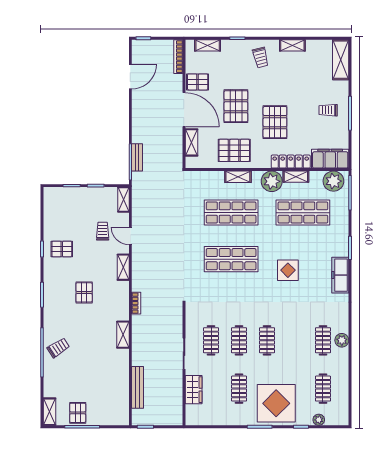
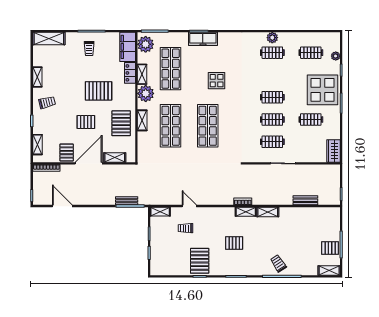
pallet: (236, 106) -> (86, 122), width x0.67, depth x0.71
locker: (291, 162) -> (130, 73), width x0.66
door: (130, 236) -> (189, 206), swing flipped
pallet: (62, 249) -> (200, 261), width x1.50, depth x1.42
shelving: (123, 267) -> (246, 212), moved
freezer: (340, 275) -> (203, 39), moved
bench: (138, 387) -> (305, 200), width x0.73
wardrobe: (194, 390) -> (333, 151), moved, turned -90

